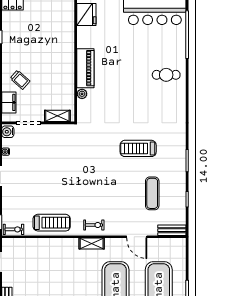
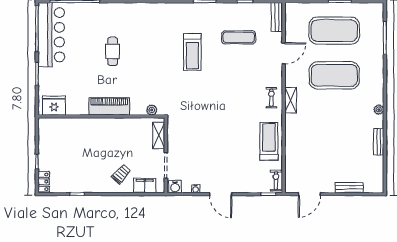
cafe table: (166, 75) -> (113, 51), moved
plant: (82, 94) -> (152, 110), moved

